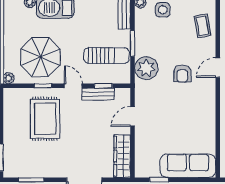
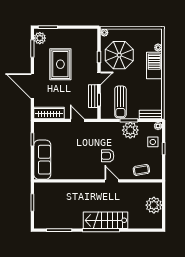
plant: (146, 68) -> (130, 130), moved
rug: (45, 119) -> (60, 64), moved, turned 90
plant: (16, 169) -> (40, 38), added

